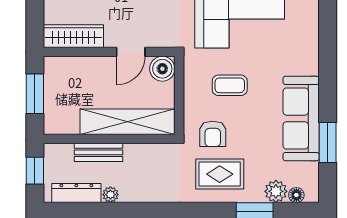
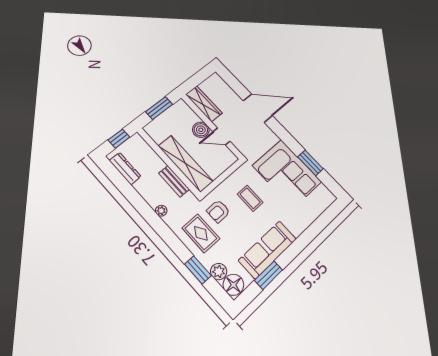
boiler: (162, 69) -> (201, 130), moved
bench: (99, 152) -> (174, 181), moved
plant: (110, 195) -> (161, 211), moved
floor lamp: (296, 195) -> (233, 285), width x1.89, depth x1.89

